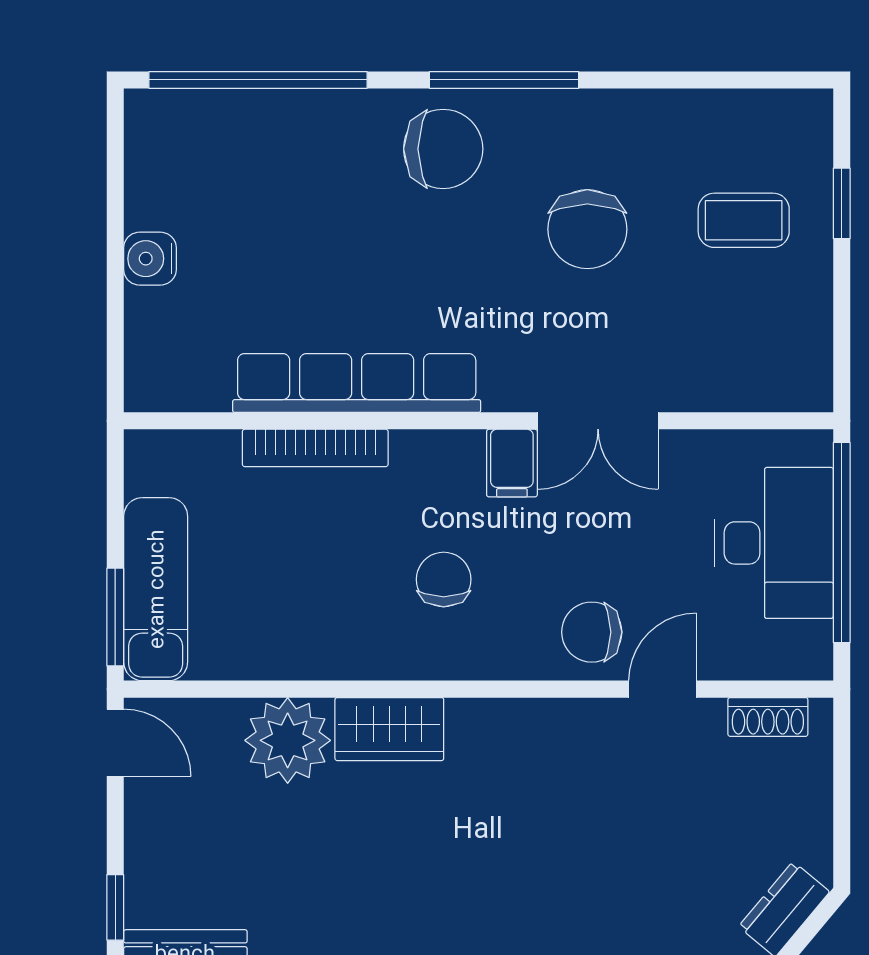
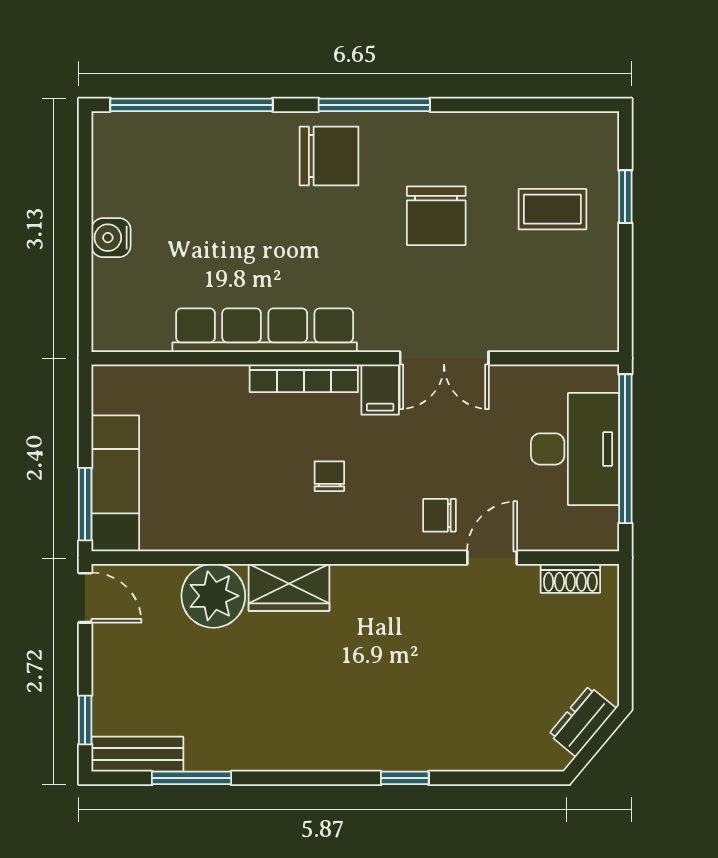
bookcase: (315, 448) -> (304, 378), moved
chair: (444, 579) -> (329, 476), width x0.73, depth x0.73
chair: (592, 632) -> (439, 515), width x0.73, depth x0.73

